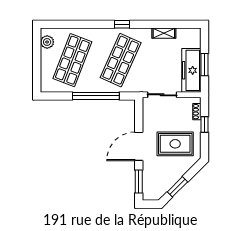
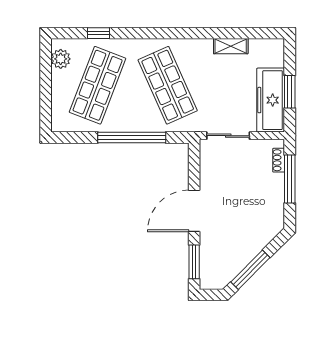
window: (122, 24) -> (98, 33), moved
shop shelf: (121, 60) -> (168, 85), turned -48
window: (204, 125) -> (290, 179), width x2.17
rug: (175, 144) -> (247, 207), removed
window: (177, 187) -> (250, 270), width x1.44

